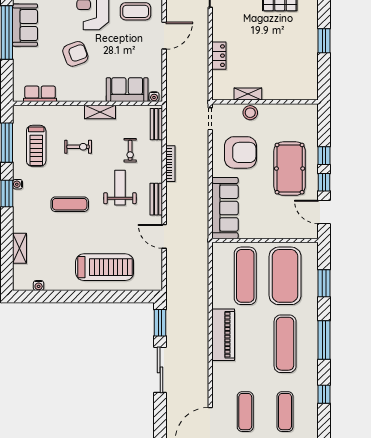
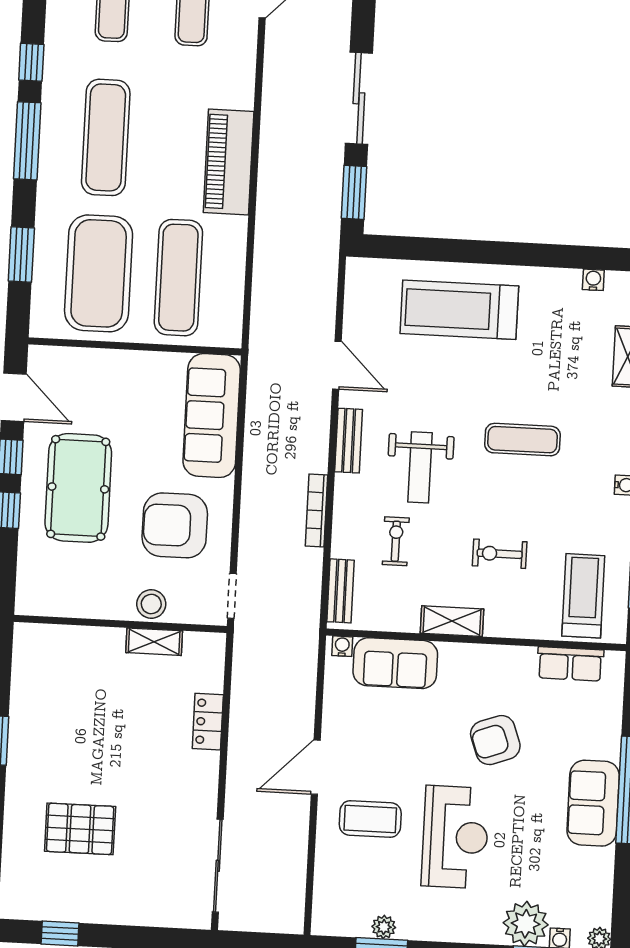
treadmill: (36, 146) -> (583, 596), moved
window: (324, 394) -> (31, 62), moved

